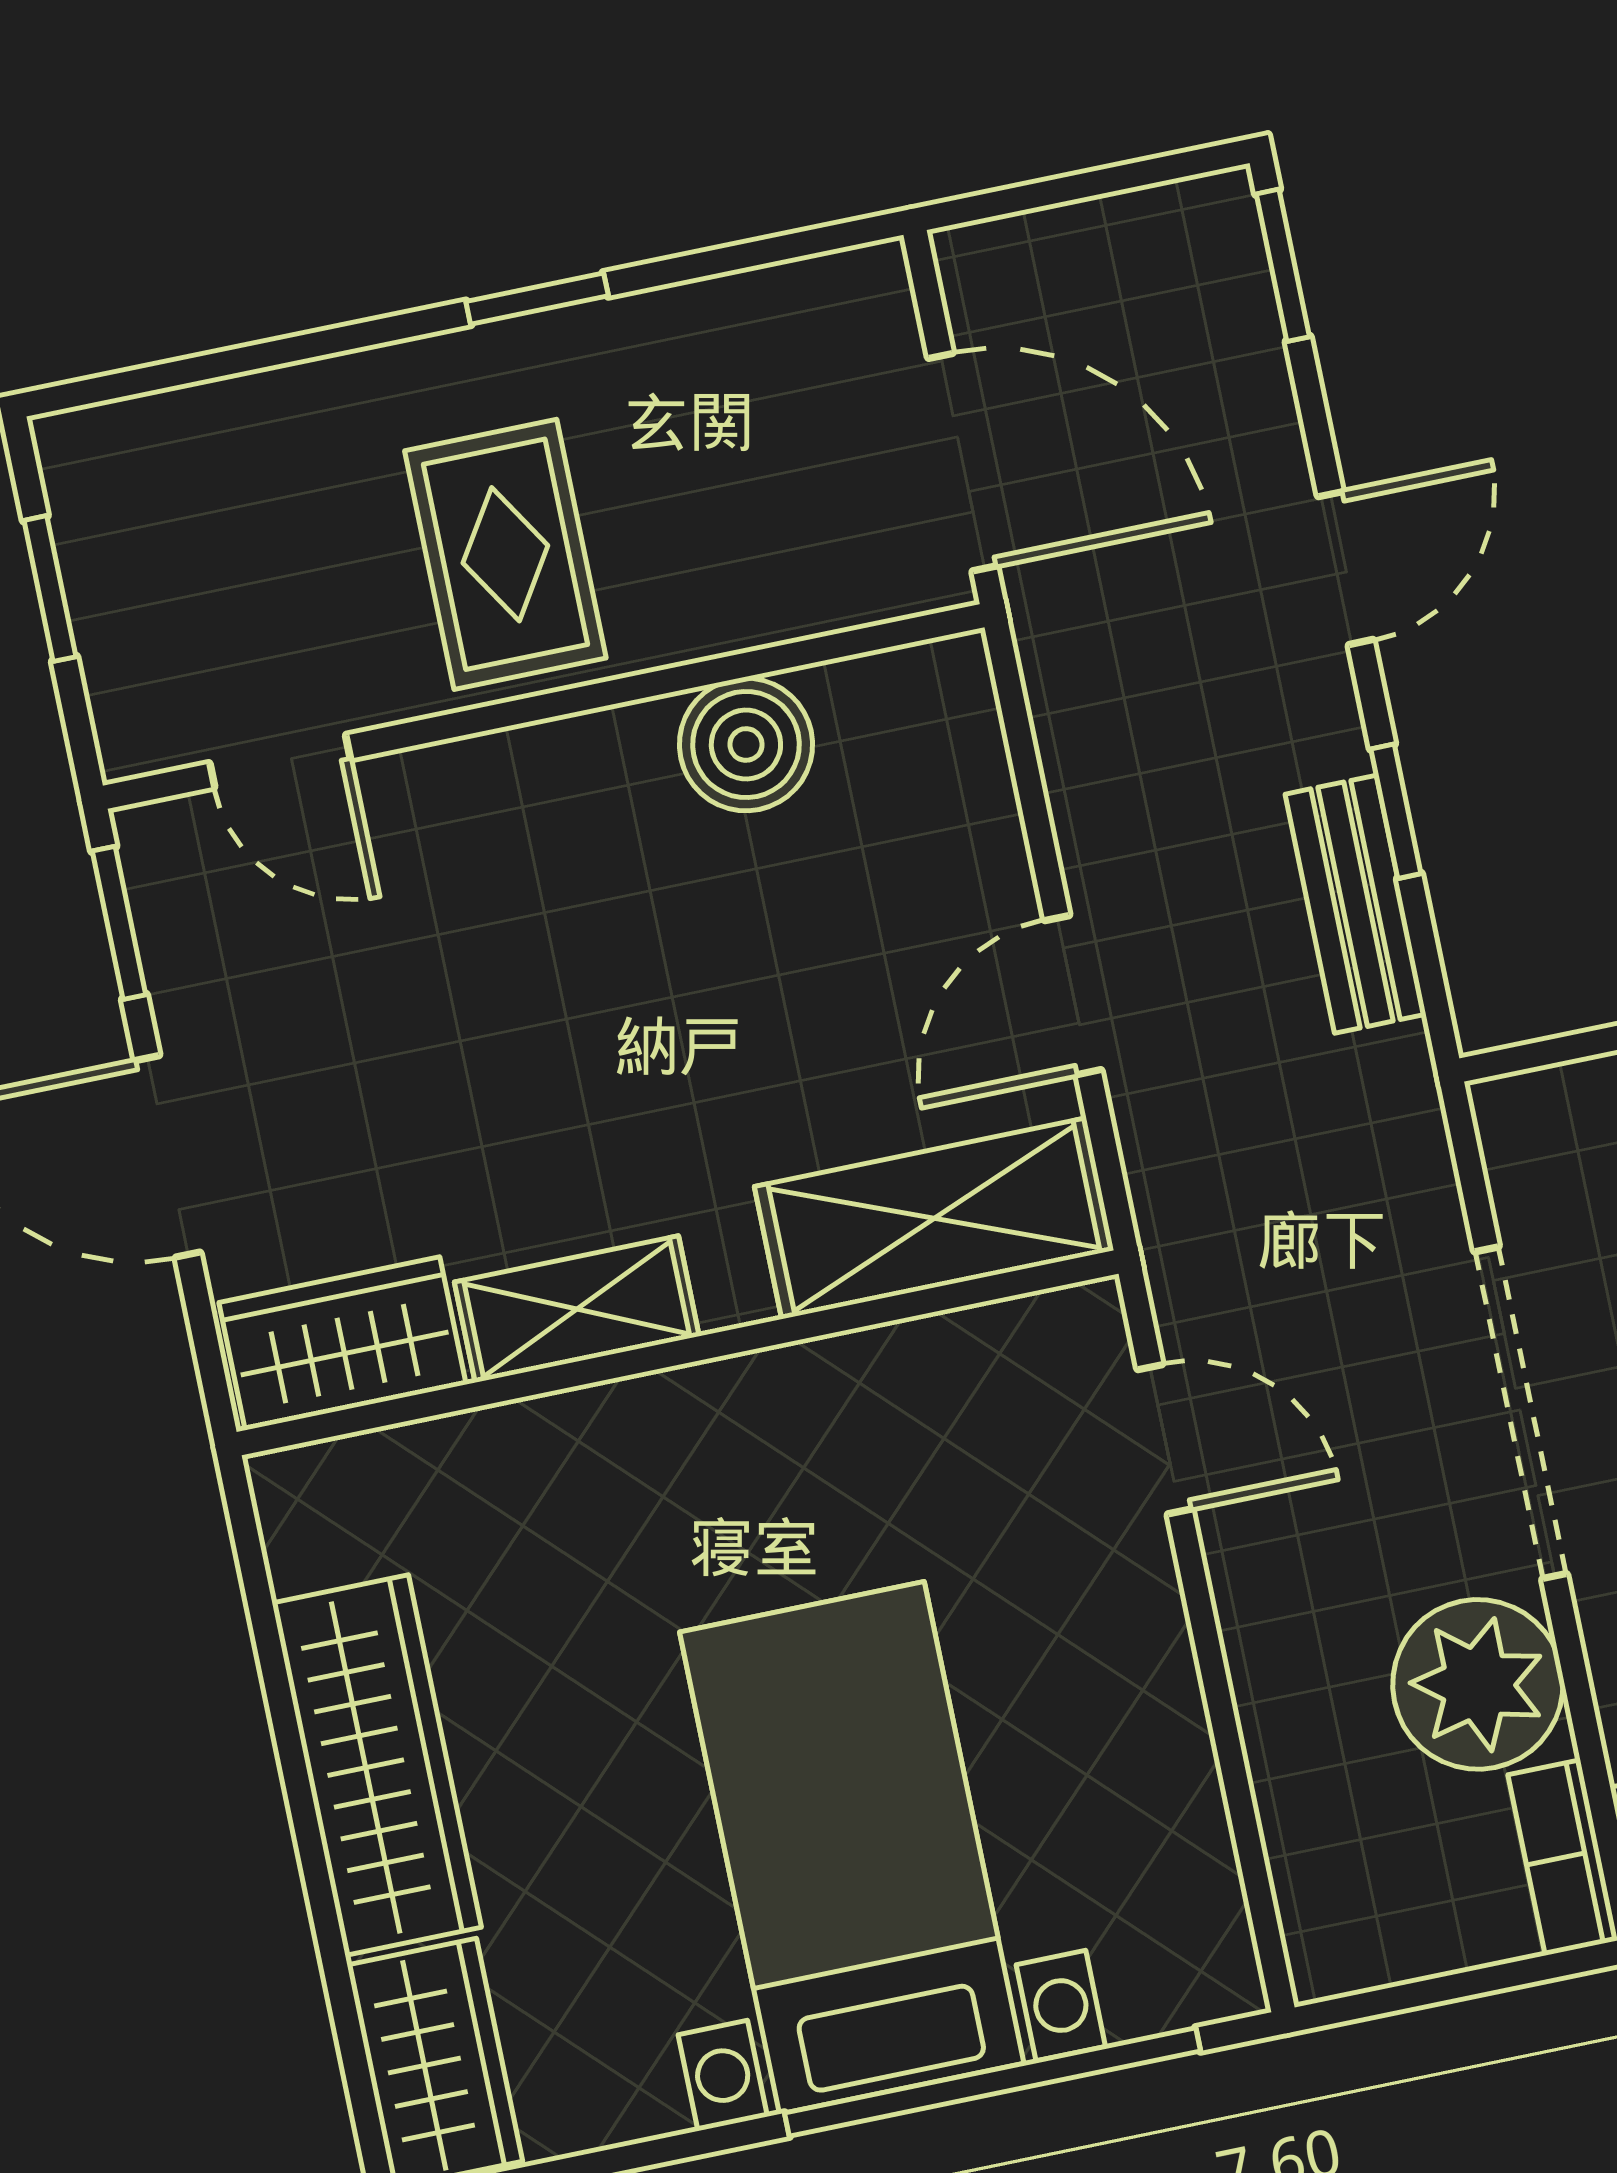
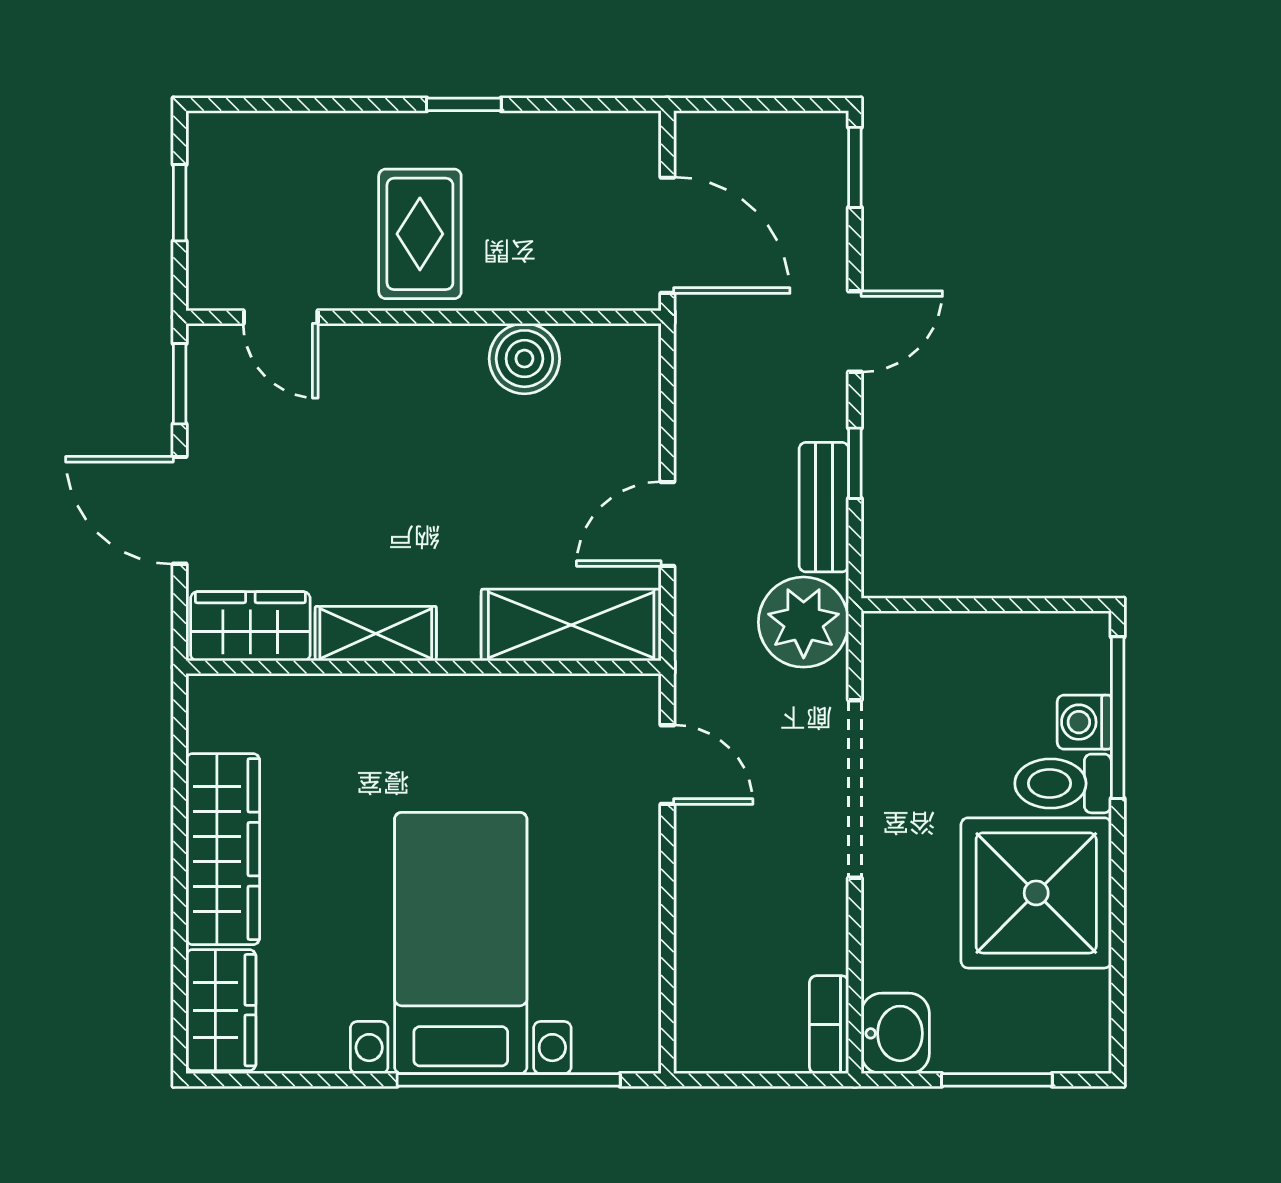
plant: (1478, 1684) -> (804, 622), moved

